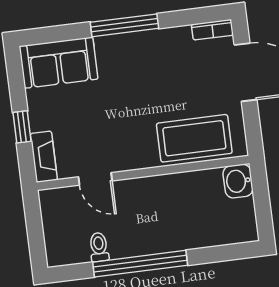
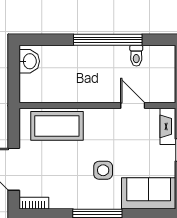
side table: (124, 86) -> (103, 170), added
washbasin: (238, 181) -> (29, 61), moved

